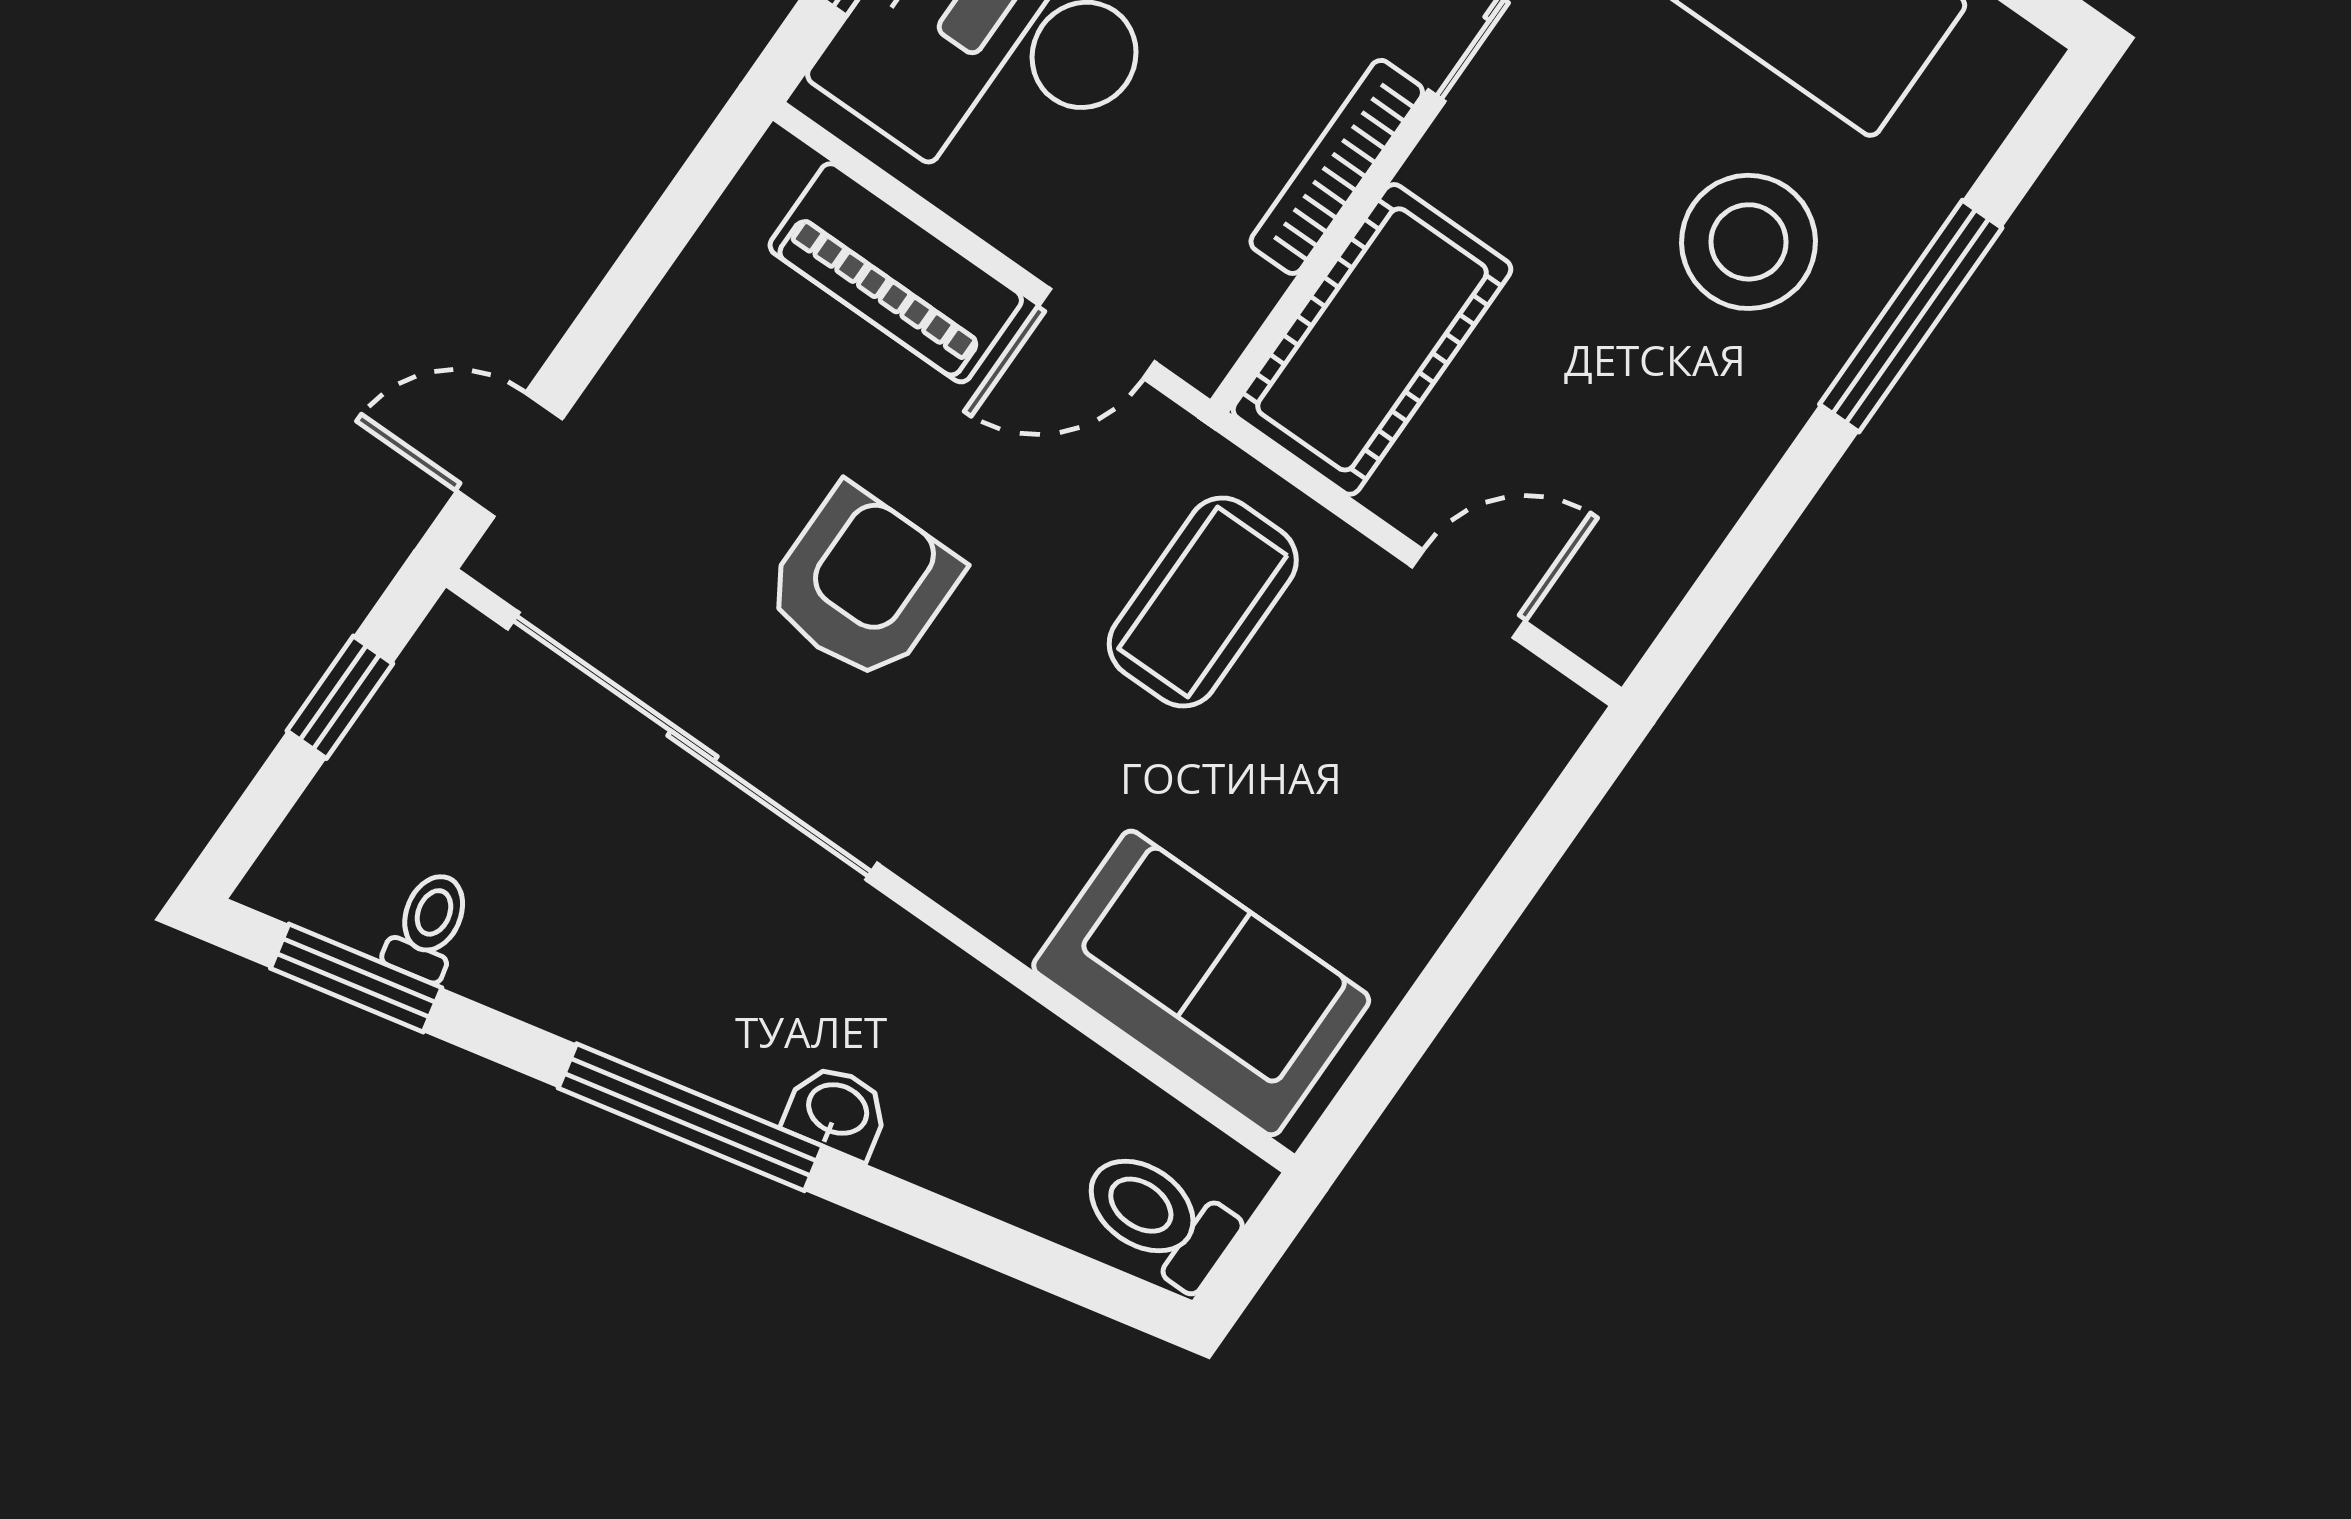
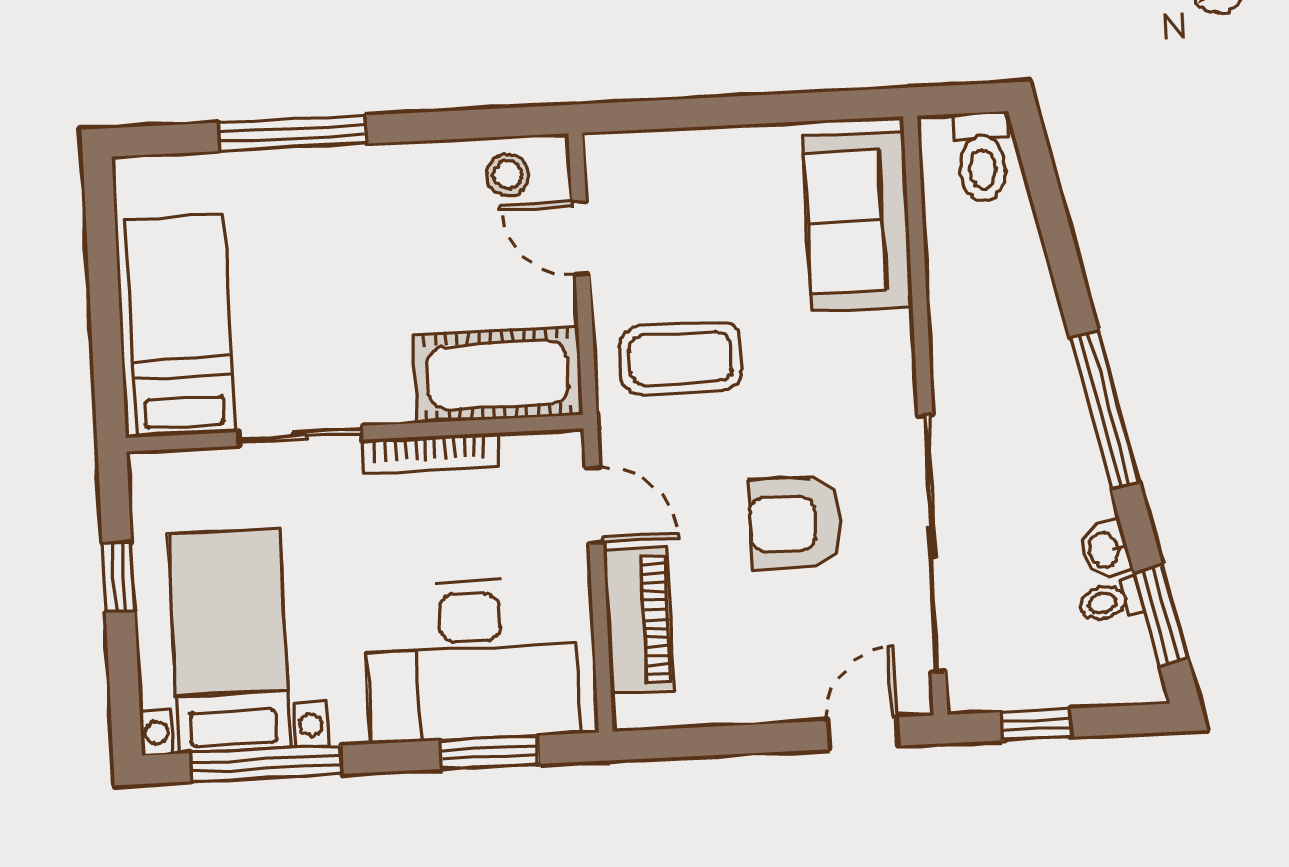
stool: (1749, 242) -> (507, 175), moved, width x0.53, depth x0.53
door: (510, 455) -> (863, 733), swing flipped
washbasin: (837, 1111) -> (1105, 550), moved

